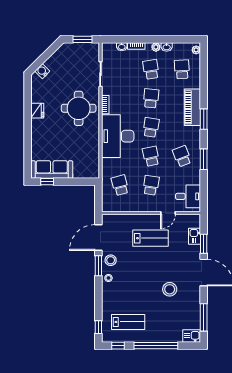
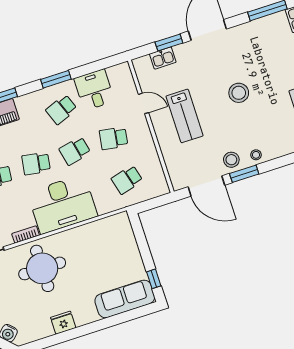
sofa: (52, 169) -> (125, 299), moved, turned 90
desk: (188, 196) -> (94, 90), moved
lab bench: (151, 238) -> (185, 116), turned 180
stool: (170, 289) -> (239, 93), moved

